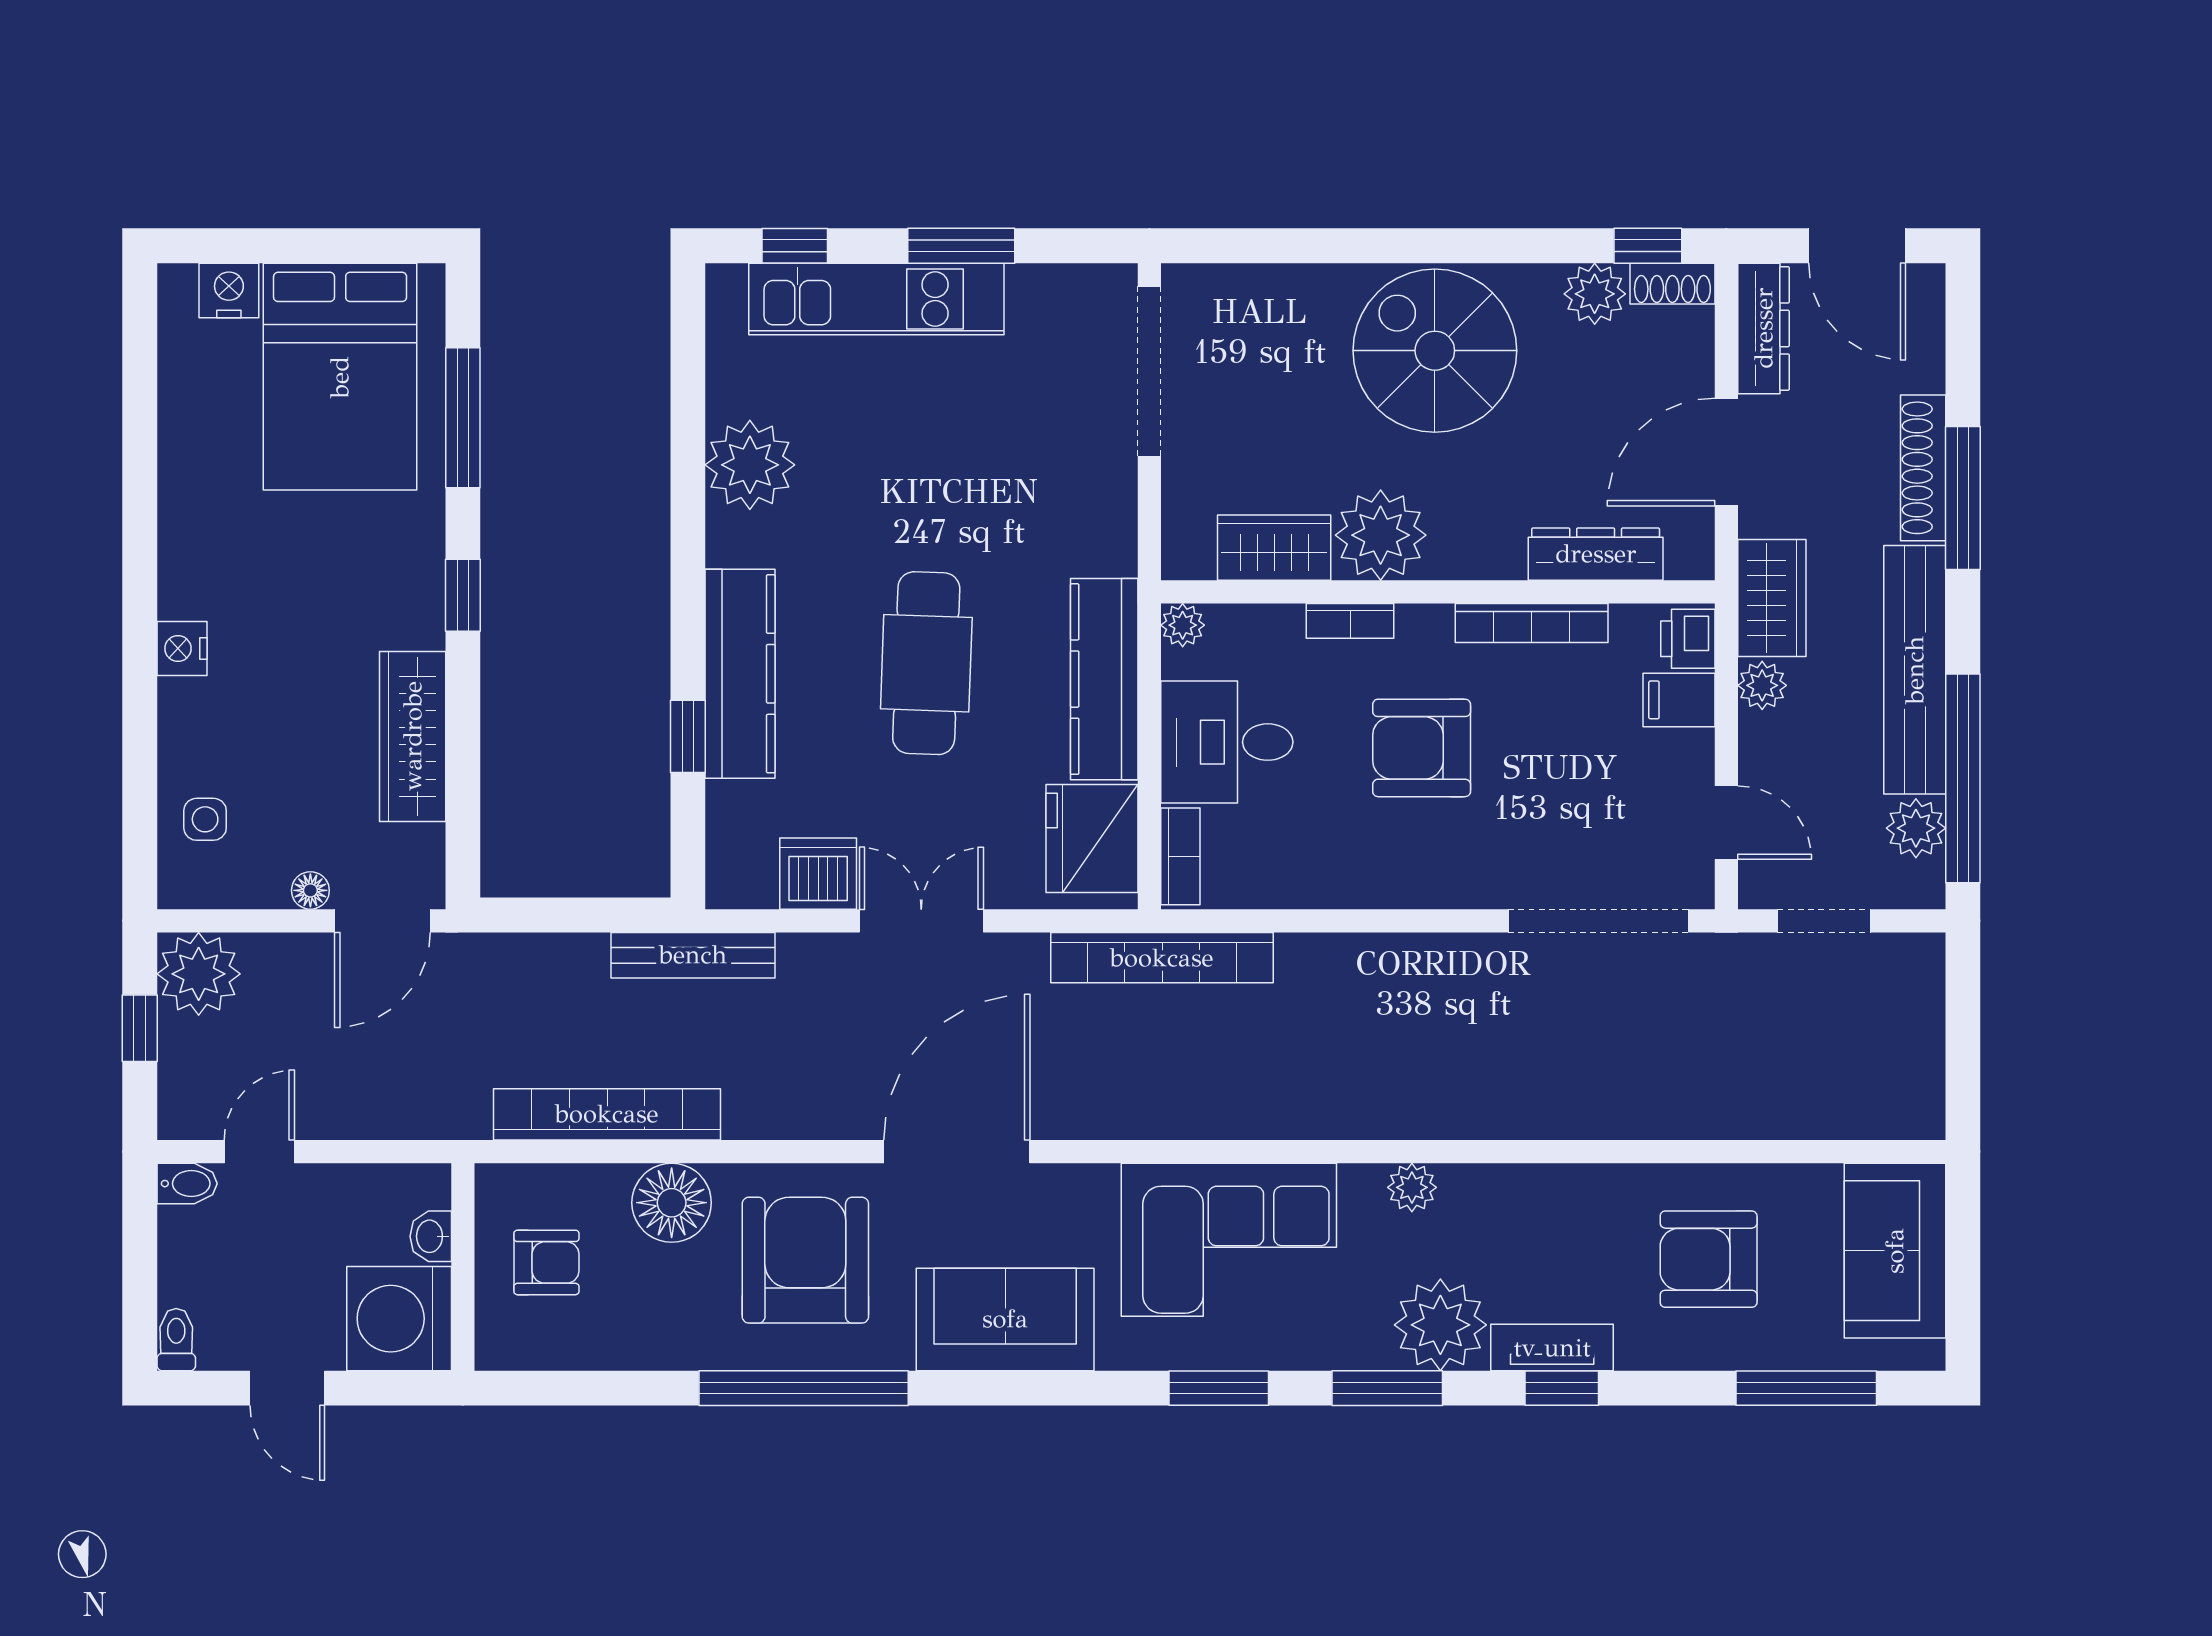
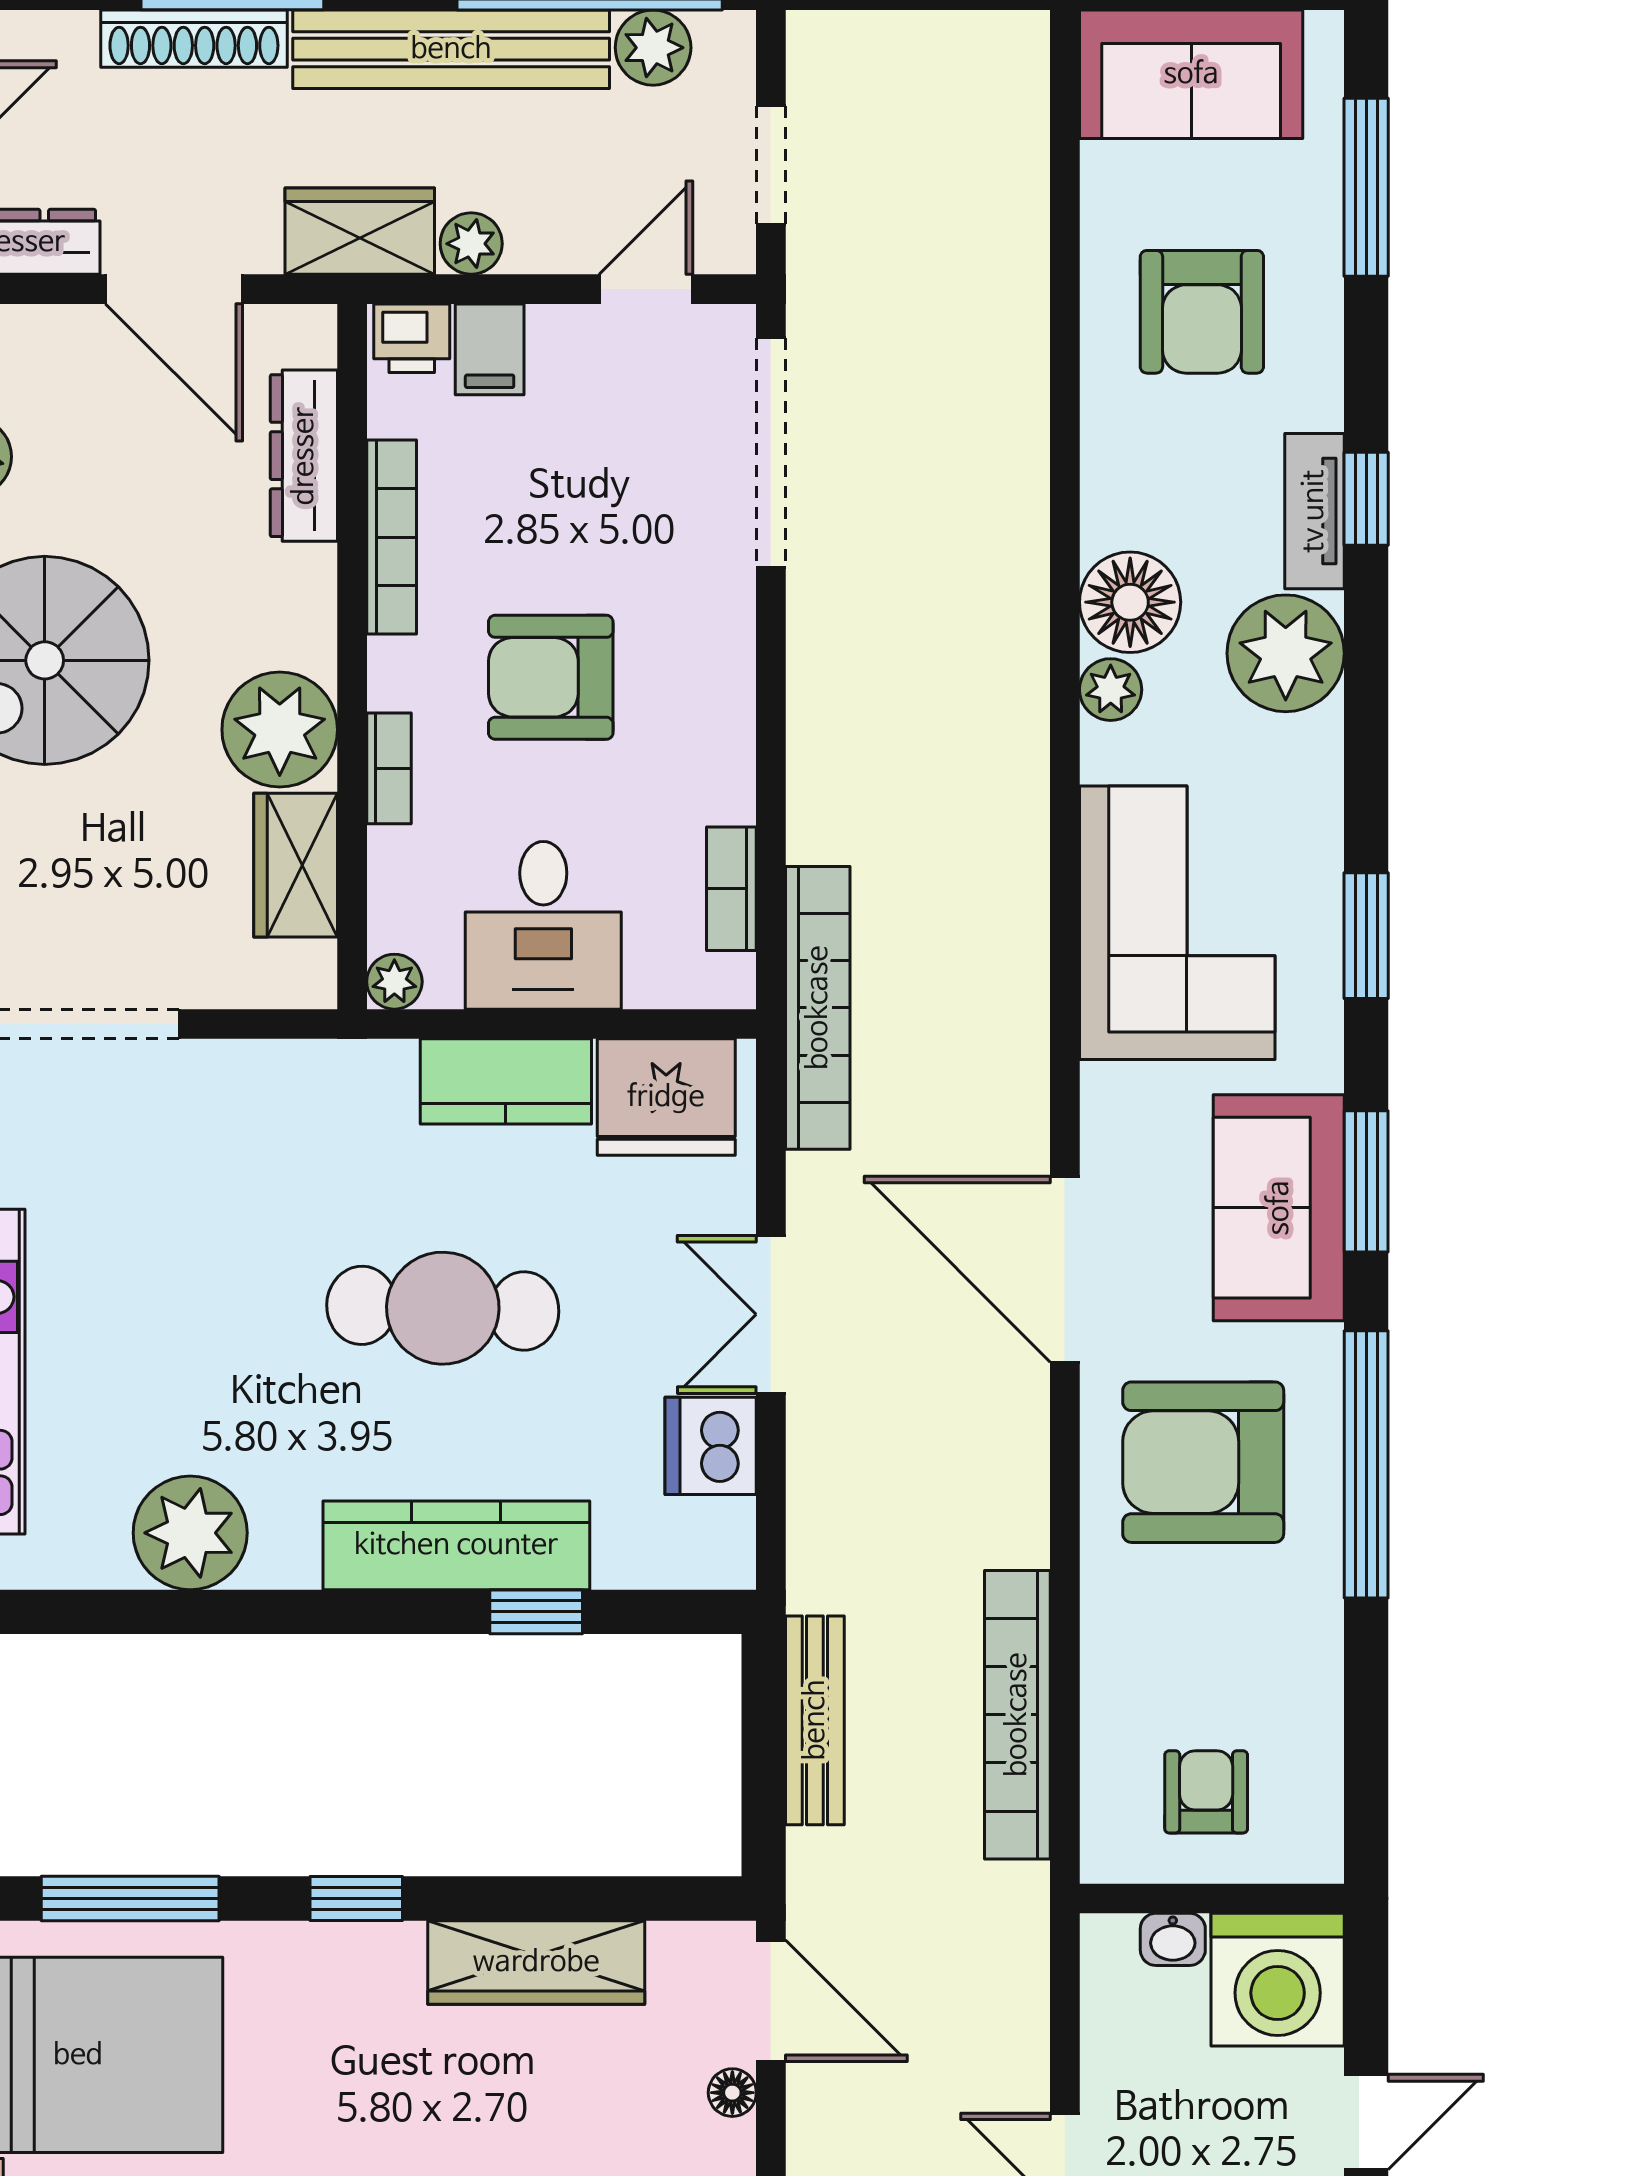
kitchen counter: (1104, 679) -> (506, 1081), width x0.67
armchair: (1422, 748) -> (551, 677), turned 90
bookcase: (1180, 856) -> (731, 889), moved, turned -90
bench: (693, 955) -> (815, 1720), moved
floor lamp: (672, 1203) -> (1130, 602), moved
window: (1387, 1388) -> (1366, 1181), moved

